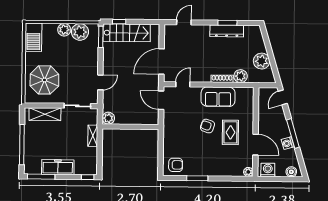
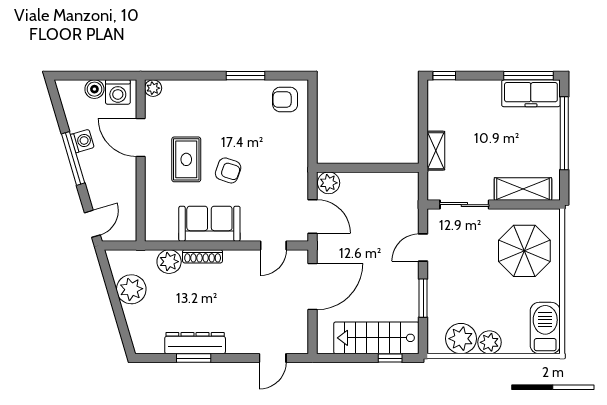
window: (101, 37) -> (423, 298), moved
plant: (108, 118) -> (329, 183), moved
freezer: (58, 167) -> (531, 93), moved
boiler: (291, 172) -> (94, 89), moved

